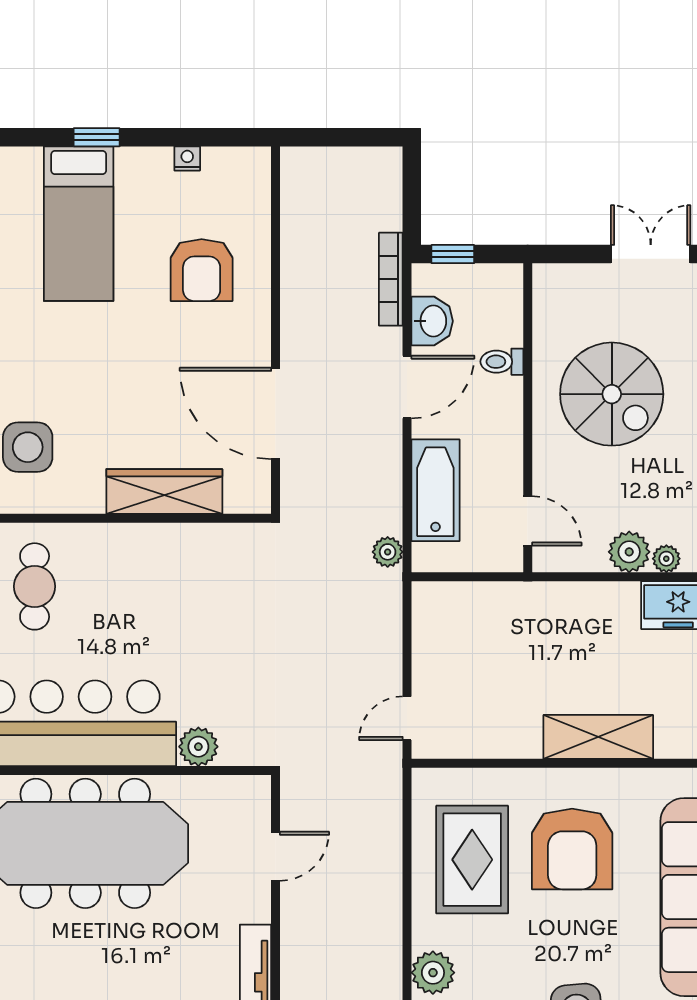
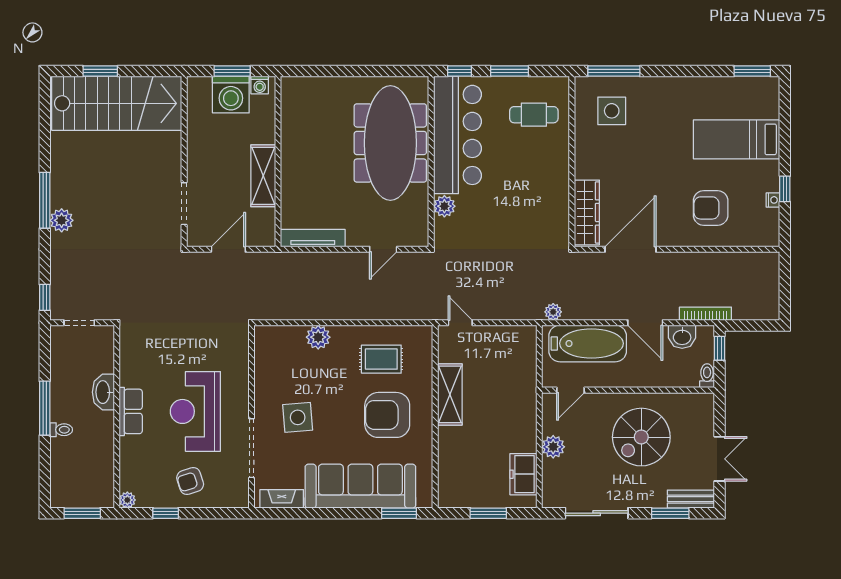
window: (97, 137) -> (785, 189), moved
toilet: (502, 362) -> (707, 376), moved
bathtub: (435, 490) -> (588, 343), width x1.36, depth x1.36
wardrobe: (164, 491) -> (587, 212), moved
plant: (666, 559) -> (549, 468), removed
shelving: (598, 737) -> (450, 394), moved
door: (276, 856) -> (383, 249), hinge flipped
rug: (472, 860) -> (381, 359), width x0.73, depth x0.70

